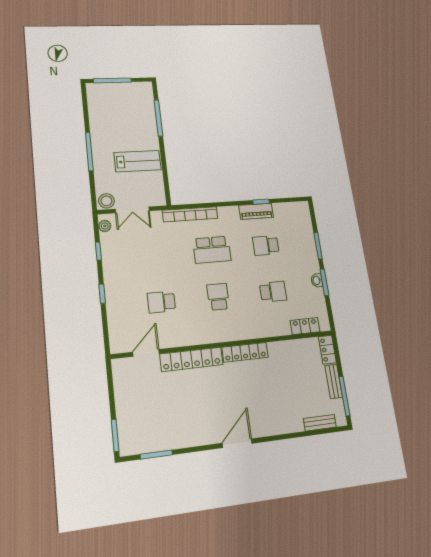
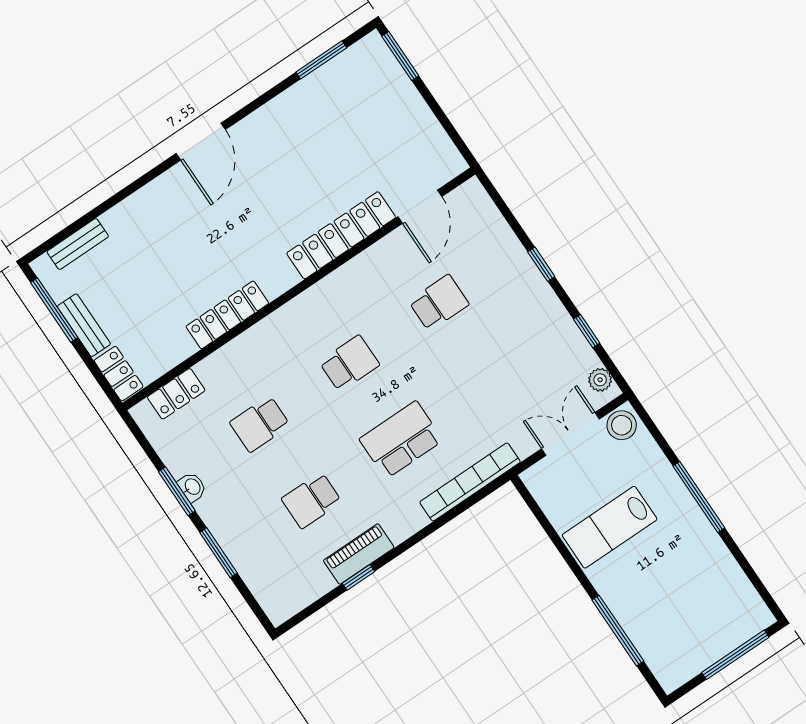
school desk: (266, 245) -> (312, 500), turned 180
school desk: (218, 297) -> (349, 363), turned -90
locker: (245, 352) -> (227, 315), moved

